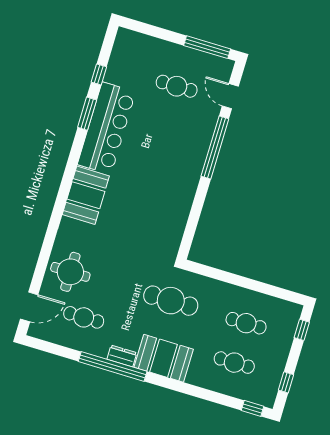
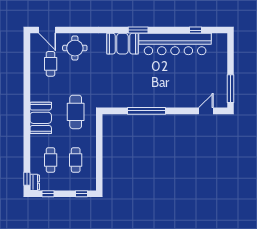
cafe table: (177, 86) -> (202, 78), removed
window: (87, 114) -> (138, 30), moved
bar counter: (107, 128) -> (175, 44), width x1.36
window: (215, 147) -> (147, 111), moved
dresser: (122, 356) -> (35, 182), moved
window: (113, 366) -> (27, 89), removed

